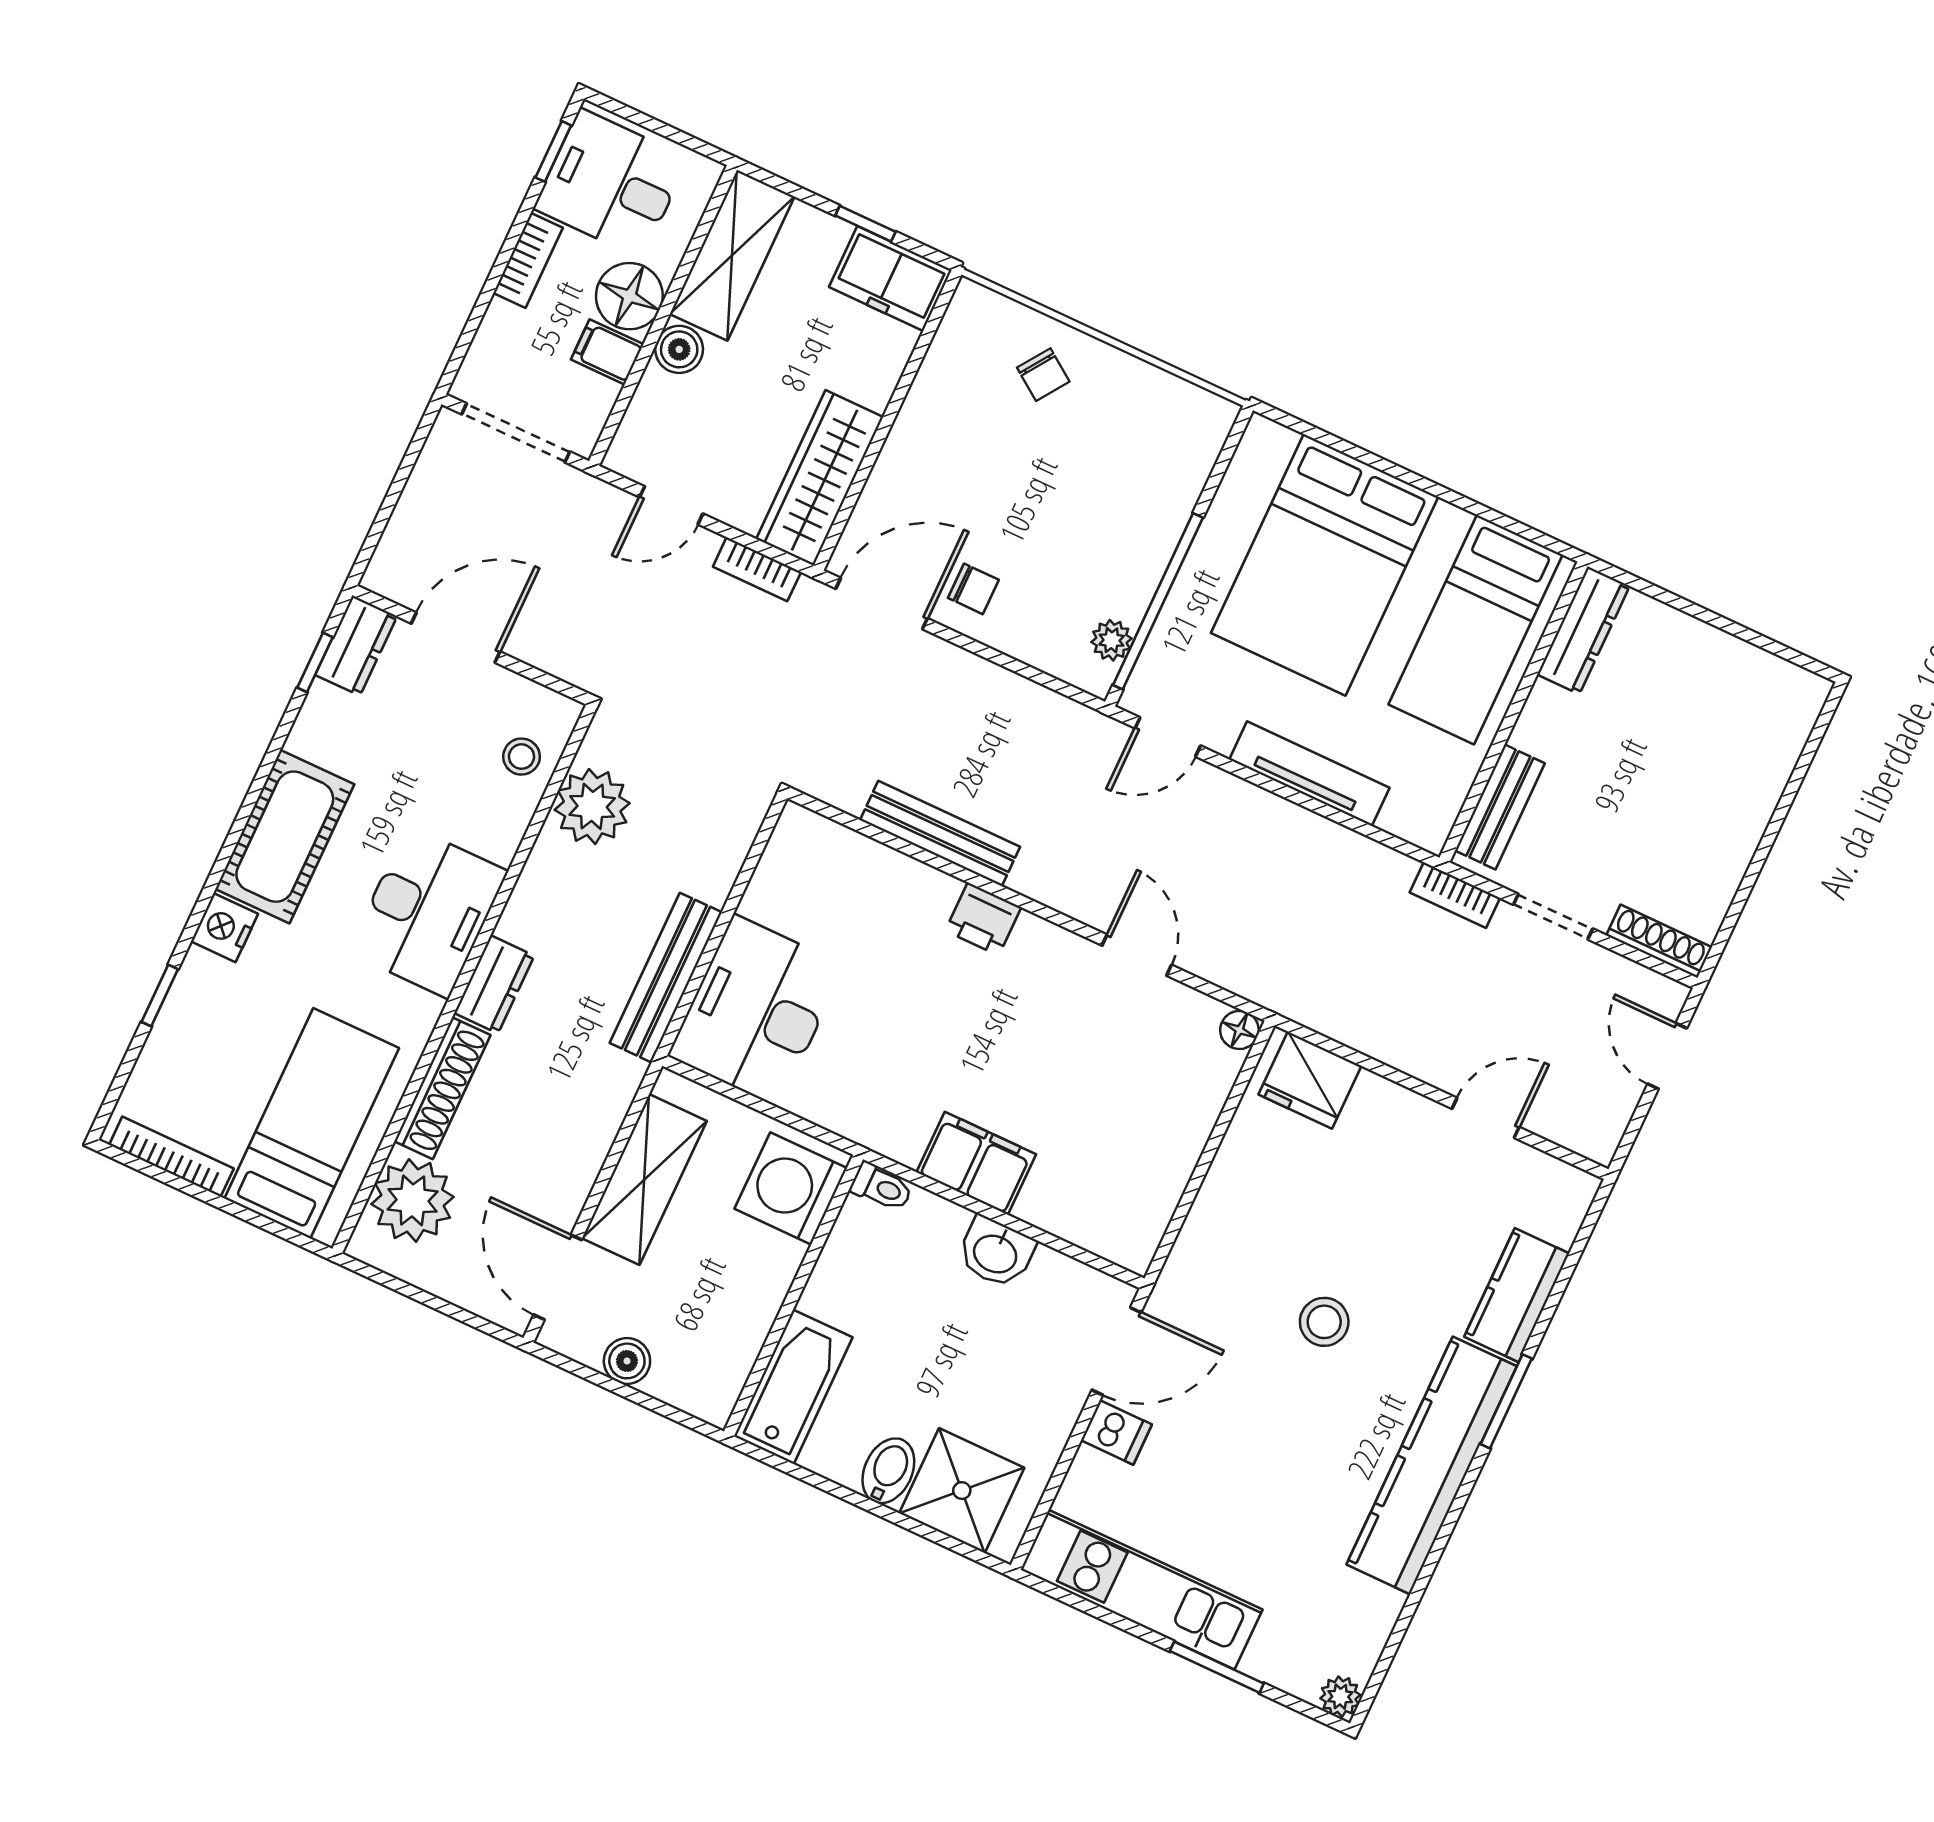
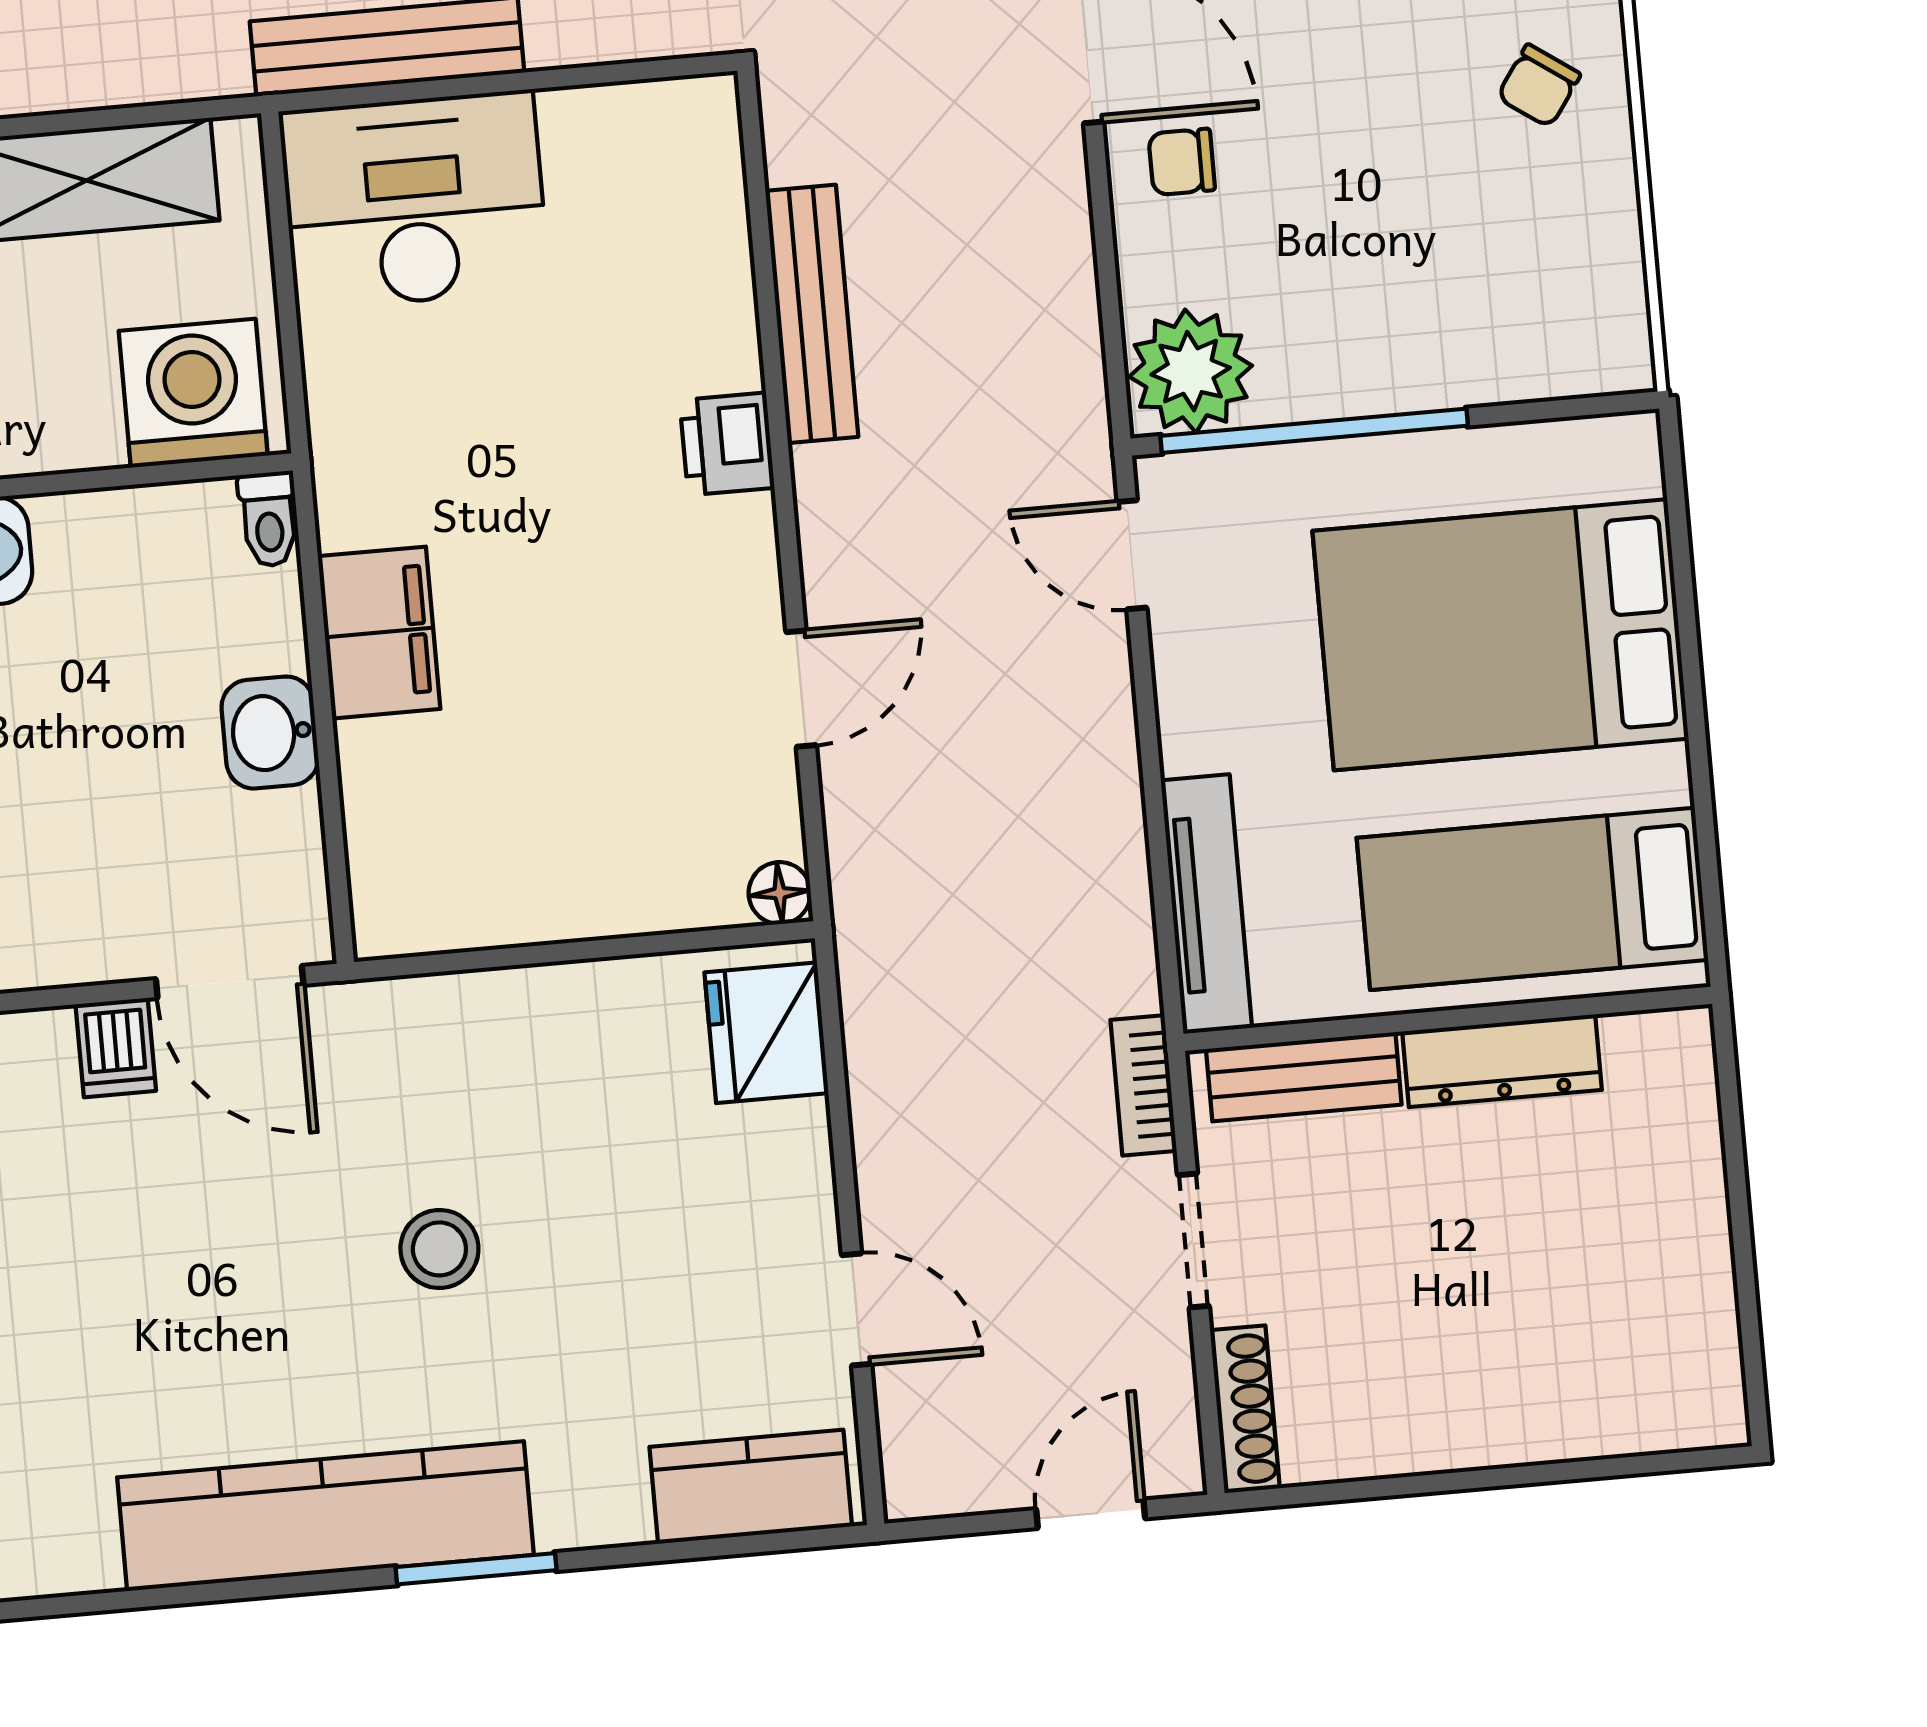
chair: (973, 589) -> (1182, 162), turned 90
dresser: (1583, 630) -> (1502, 1061), moved
plant: (1112, 640) -> (1191, 371), width x1.87, depth x1.87
tv unit: (1309, 774) -> (1206, 904), moved
kitchen counter: (1517, 1295) -> (751, 1487), moved

